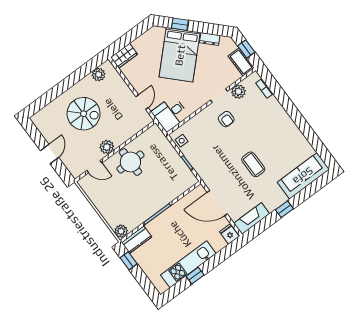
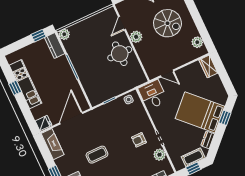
cot: (241, 62) -> (193, 157), moved
spiral stairs: (84, 114) -> (167, 23), turned -90

